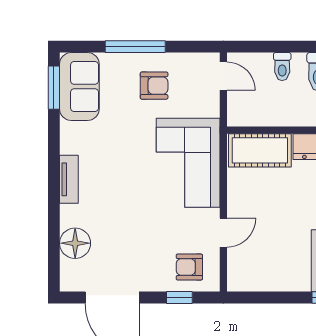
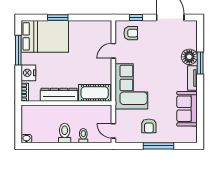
sofa: (79, 86) -> (187, 109), moved
armchair: (154, 86) -> (149, 126), turned -90
window: (54, 88) -> (200, 63), moved
floor lamp: (75, 243) -> (189, 57), moved

